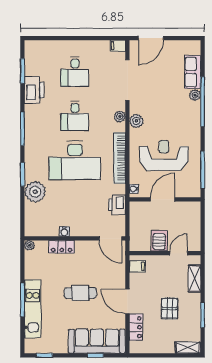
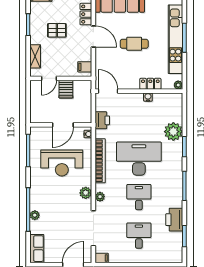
row of seats: (193, 72) -> (37, 249), moved
kitchen unit: (33, 309) -> (175, 39), width x1.36
pallet: (170, 309) -> (57, 30), turned 90

